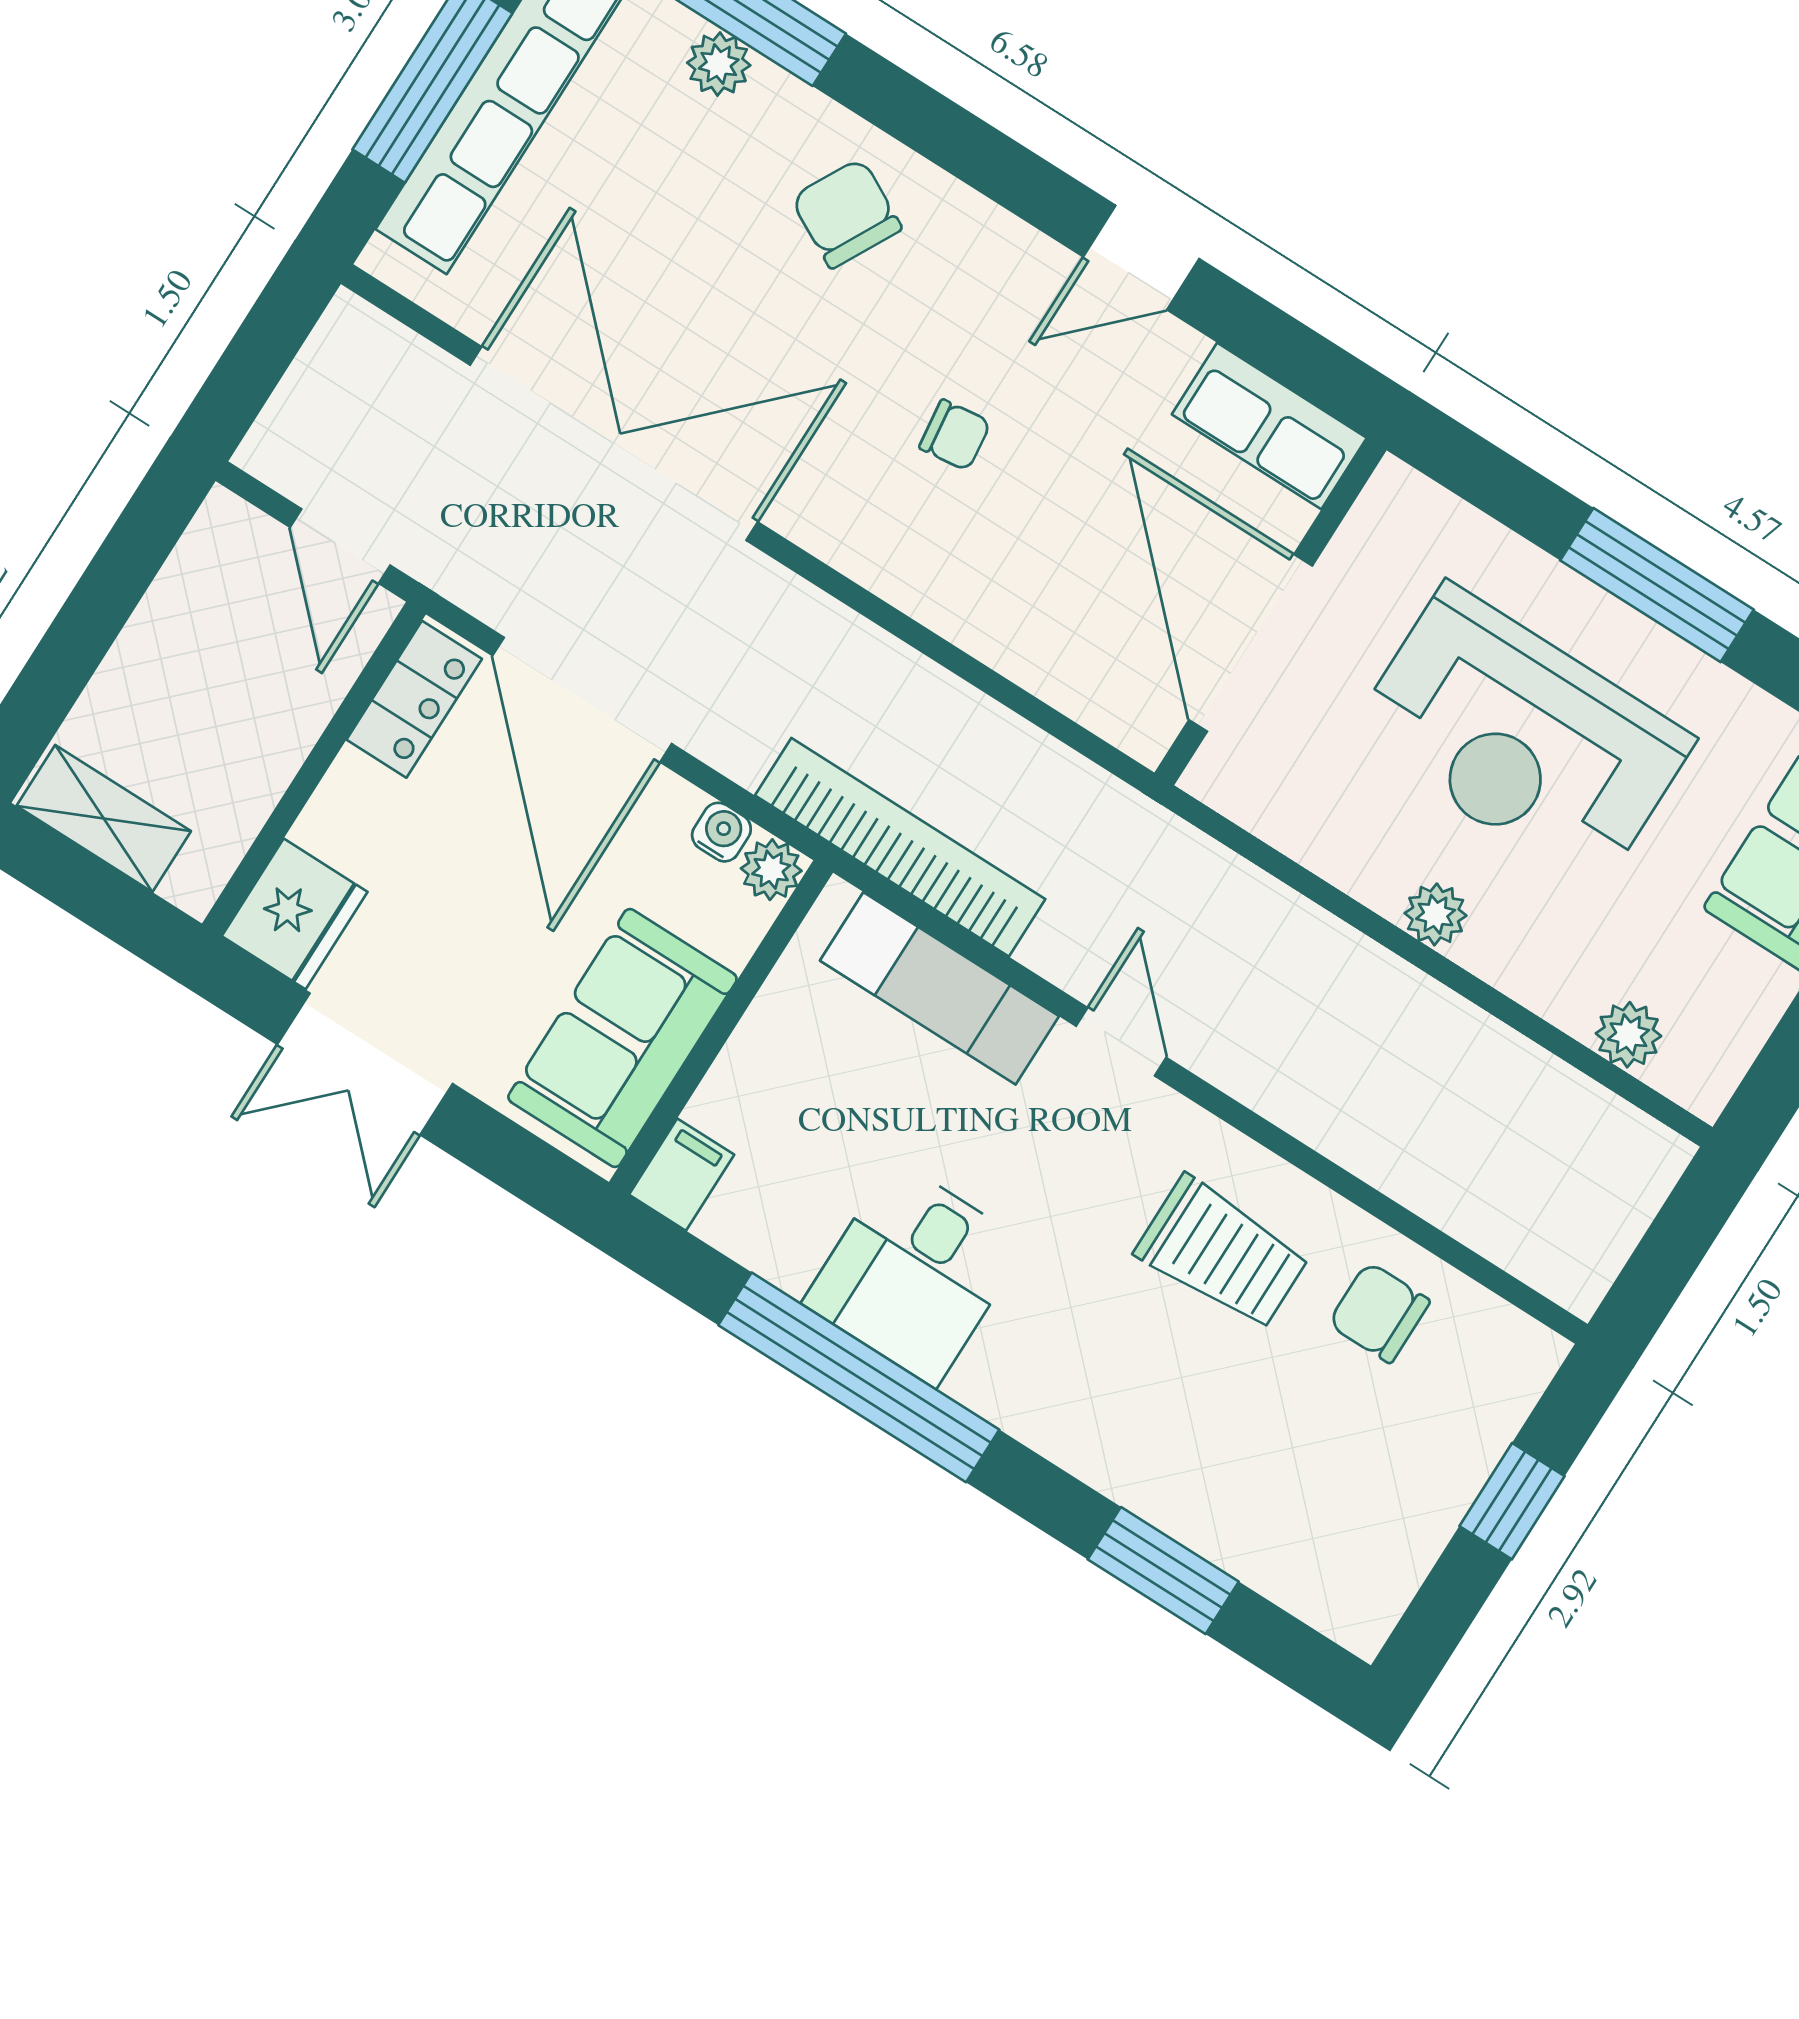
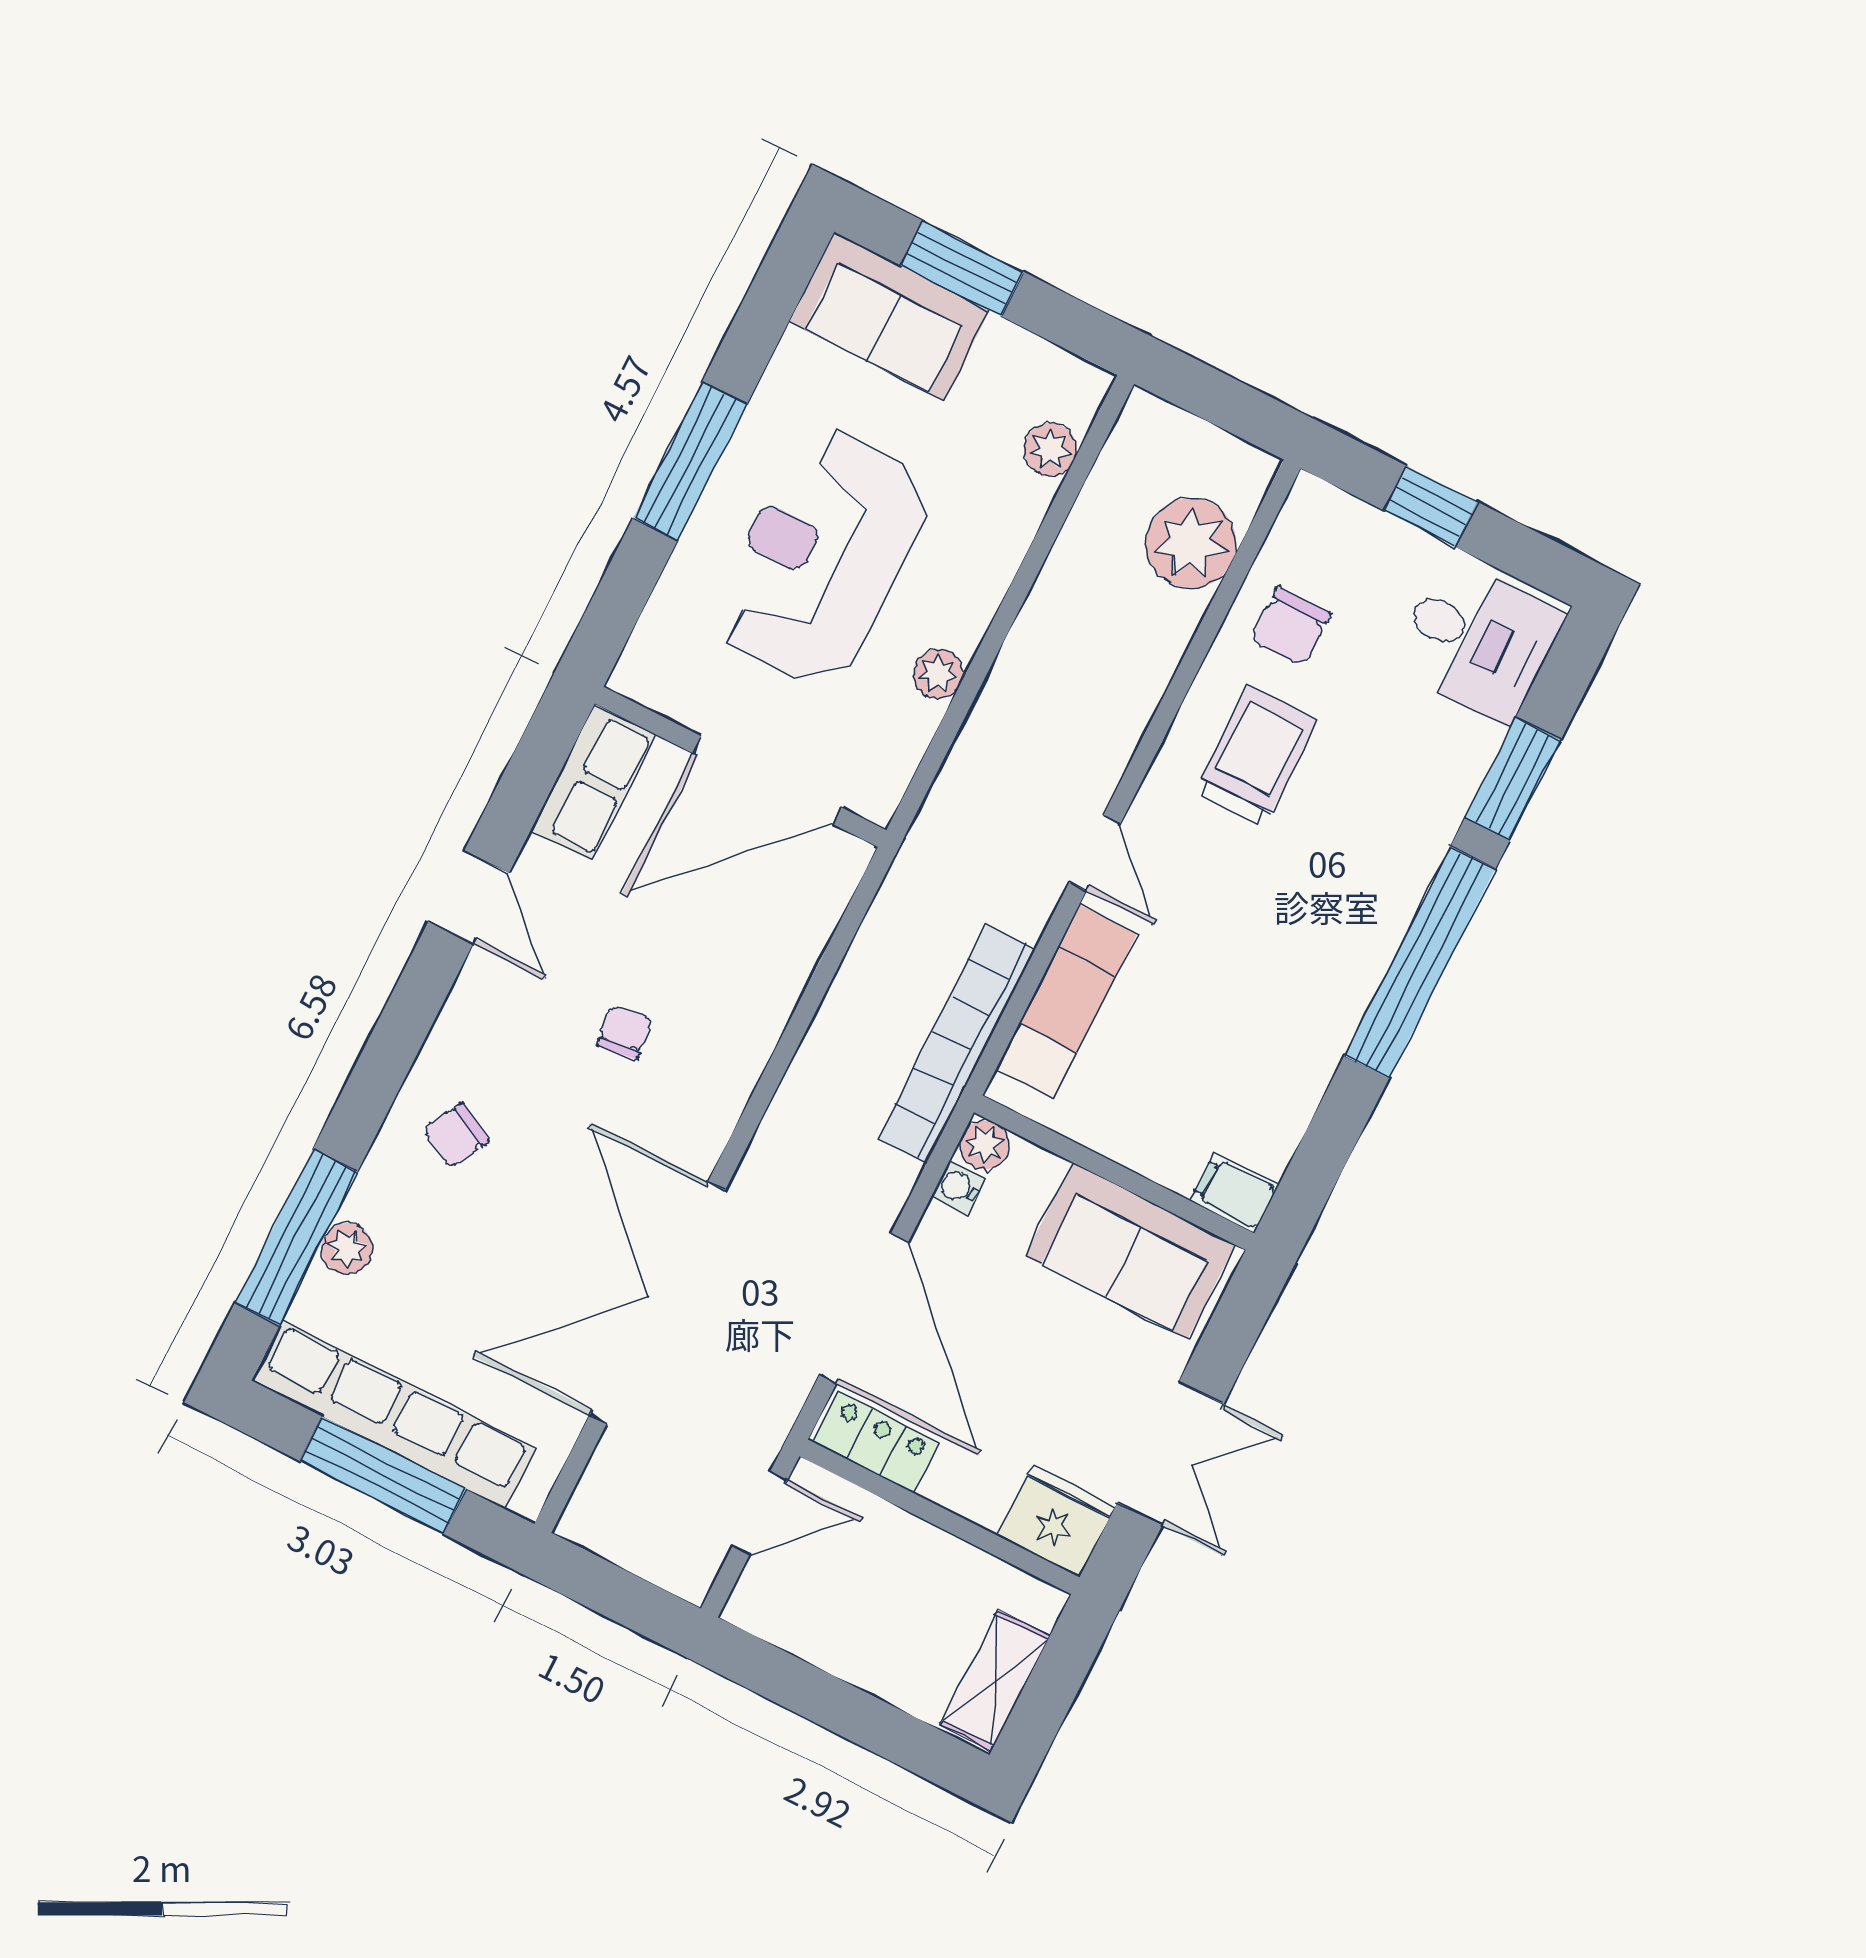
chair: (846, 213) -> (456, 1135), width x0.73, depth x0.73
door: (582, 700) -> (864, 1308), hinge flipped
reception desk: (1521, 738) -> (822, 557), turned 180
plant: (1436, 914) -> (938, 674), moved
door: (1121, 1042) -> (1095, 853), swing flipped
plant: (1495, 1198) -> (1191, 543), added
desk: (915, 1273) -> (1478, 640), moved
window: (859, 1377) -> (1420, 962), moved

